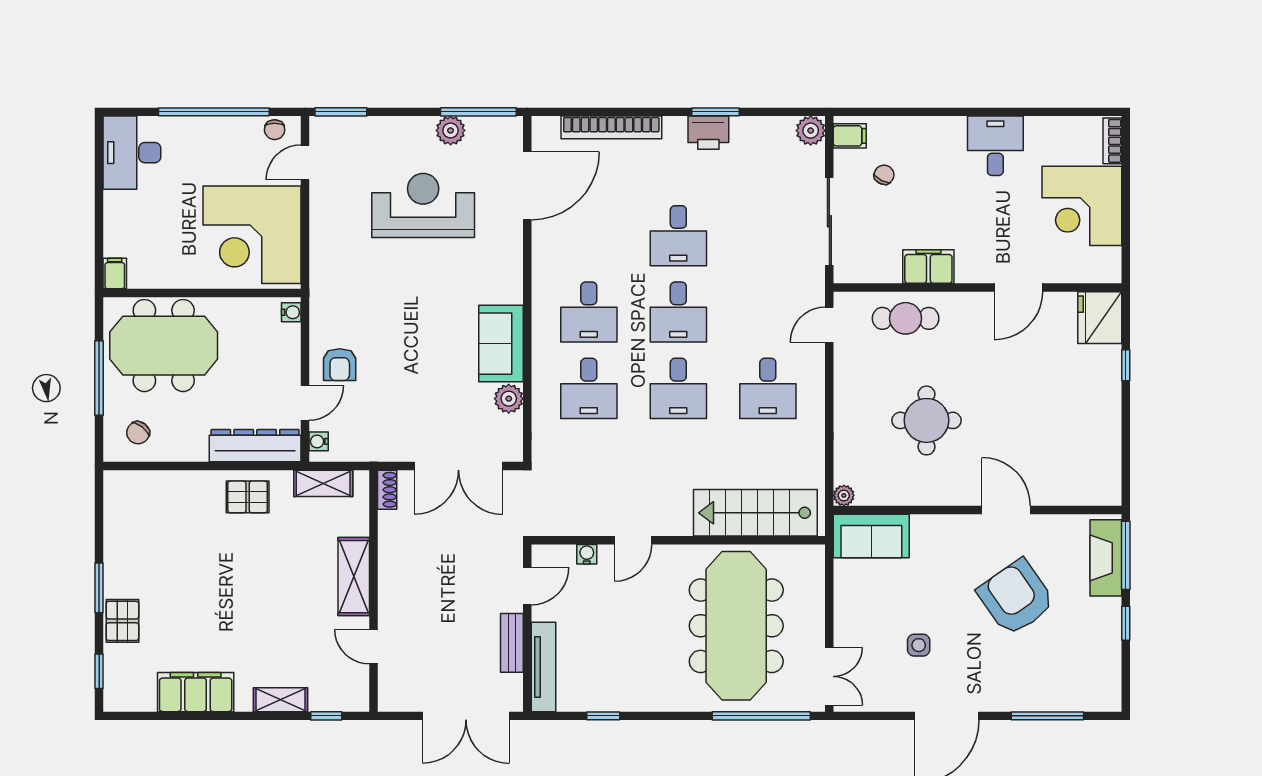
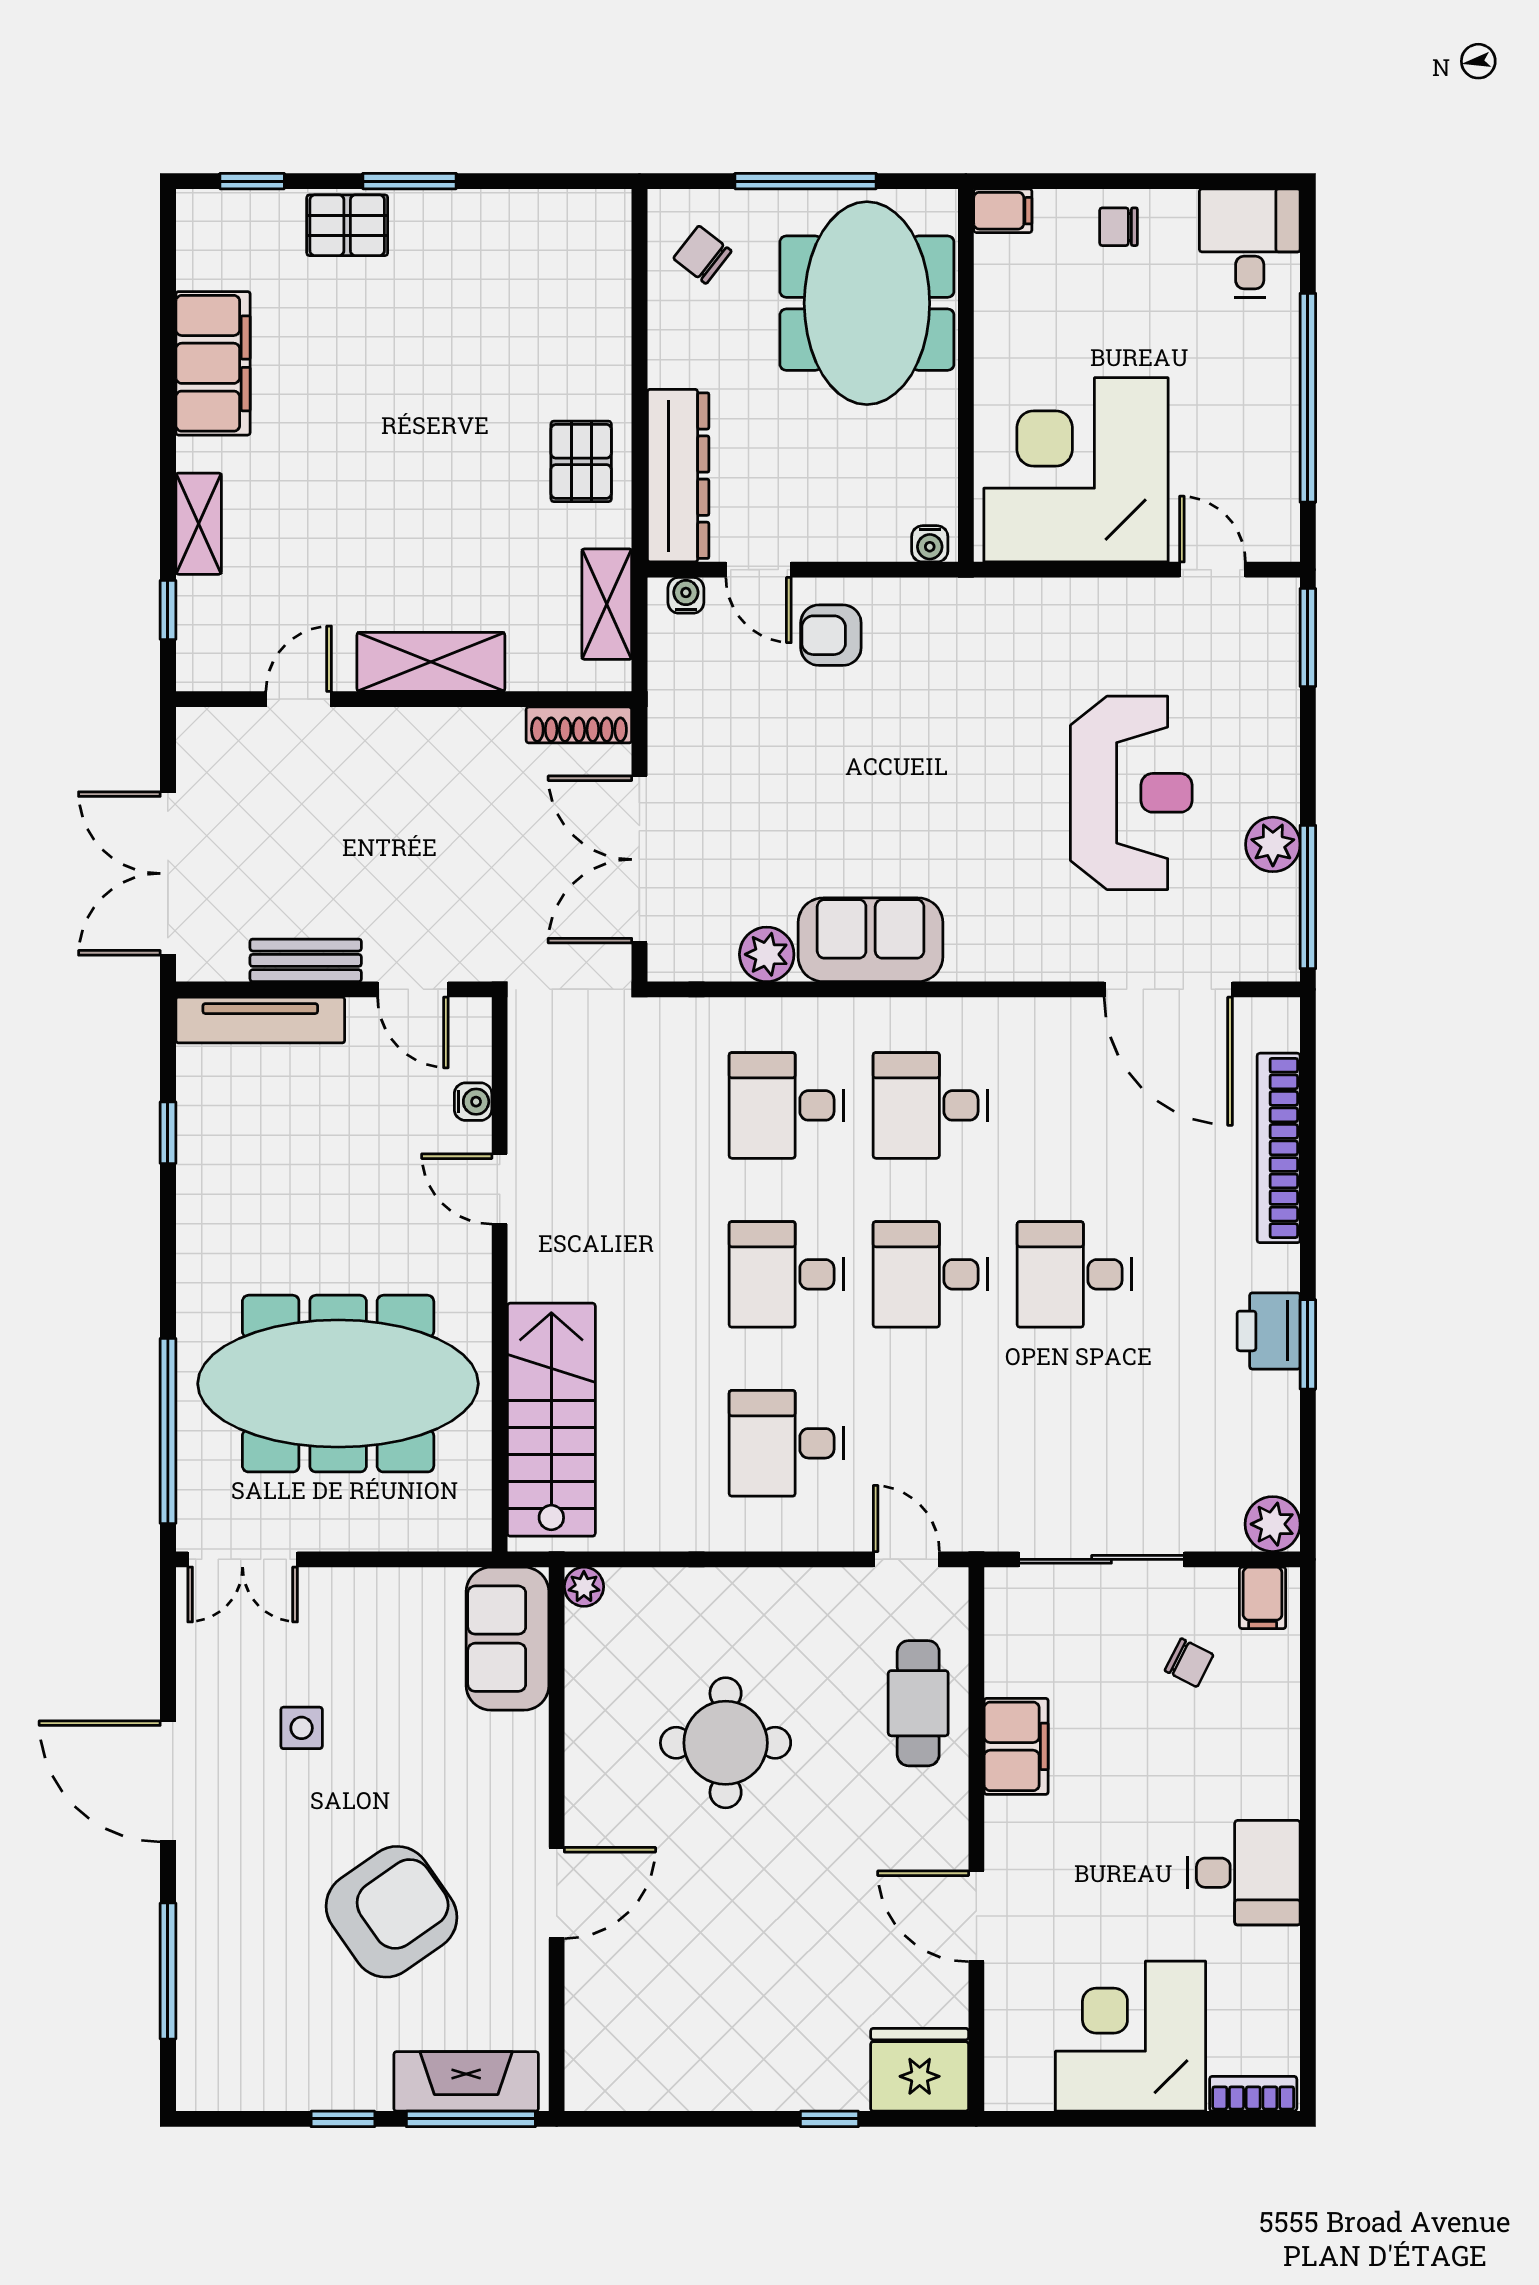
chair: (275, 130) -> (1119, 227), moved
desk: (132, 153) -> (1250, 243), width x0.73
shoe rack: (387, 490) -> (579, 725), width x1.43

